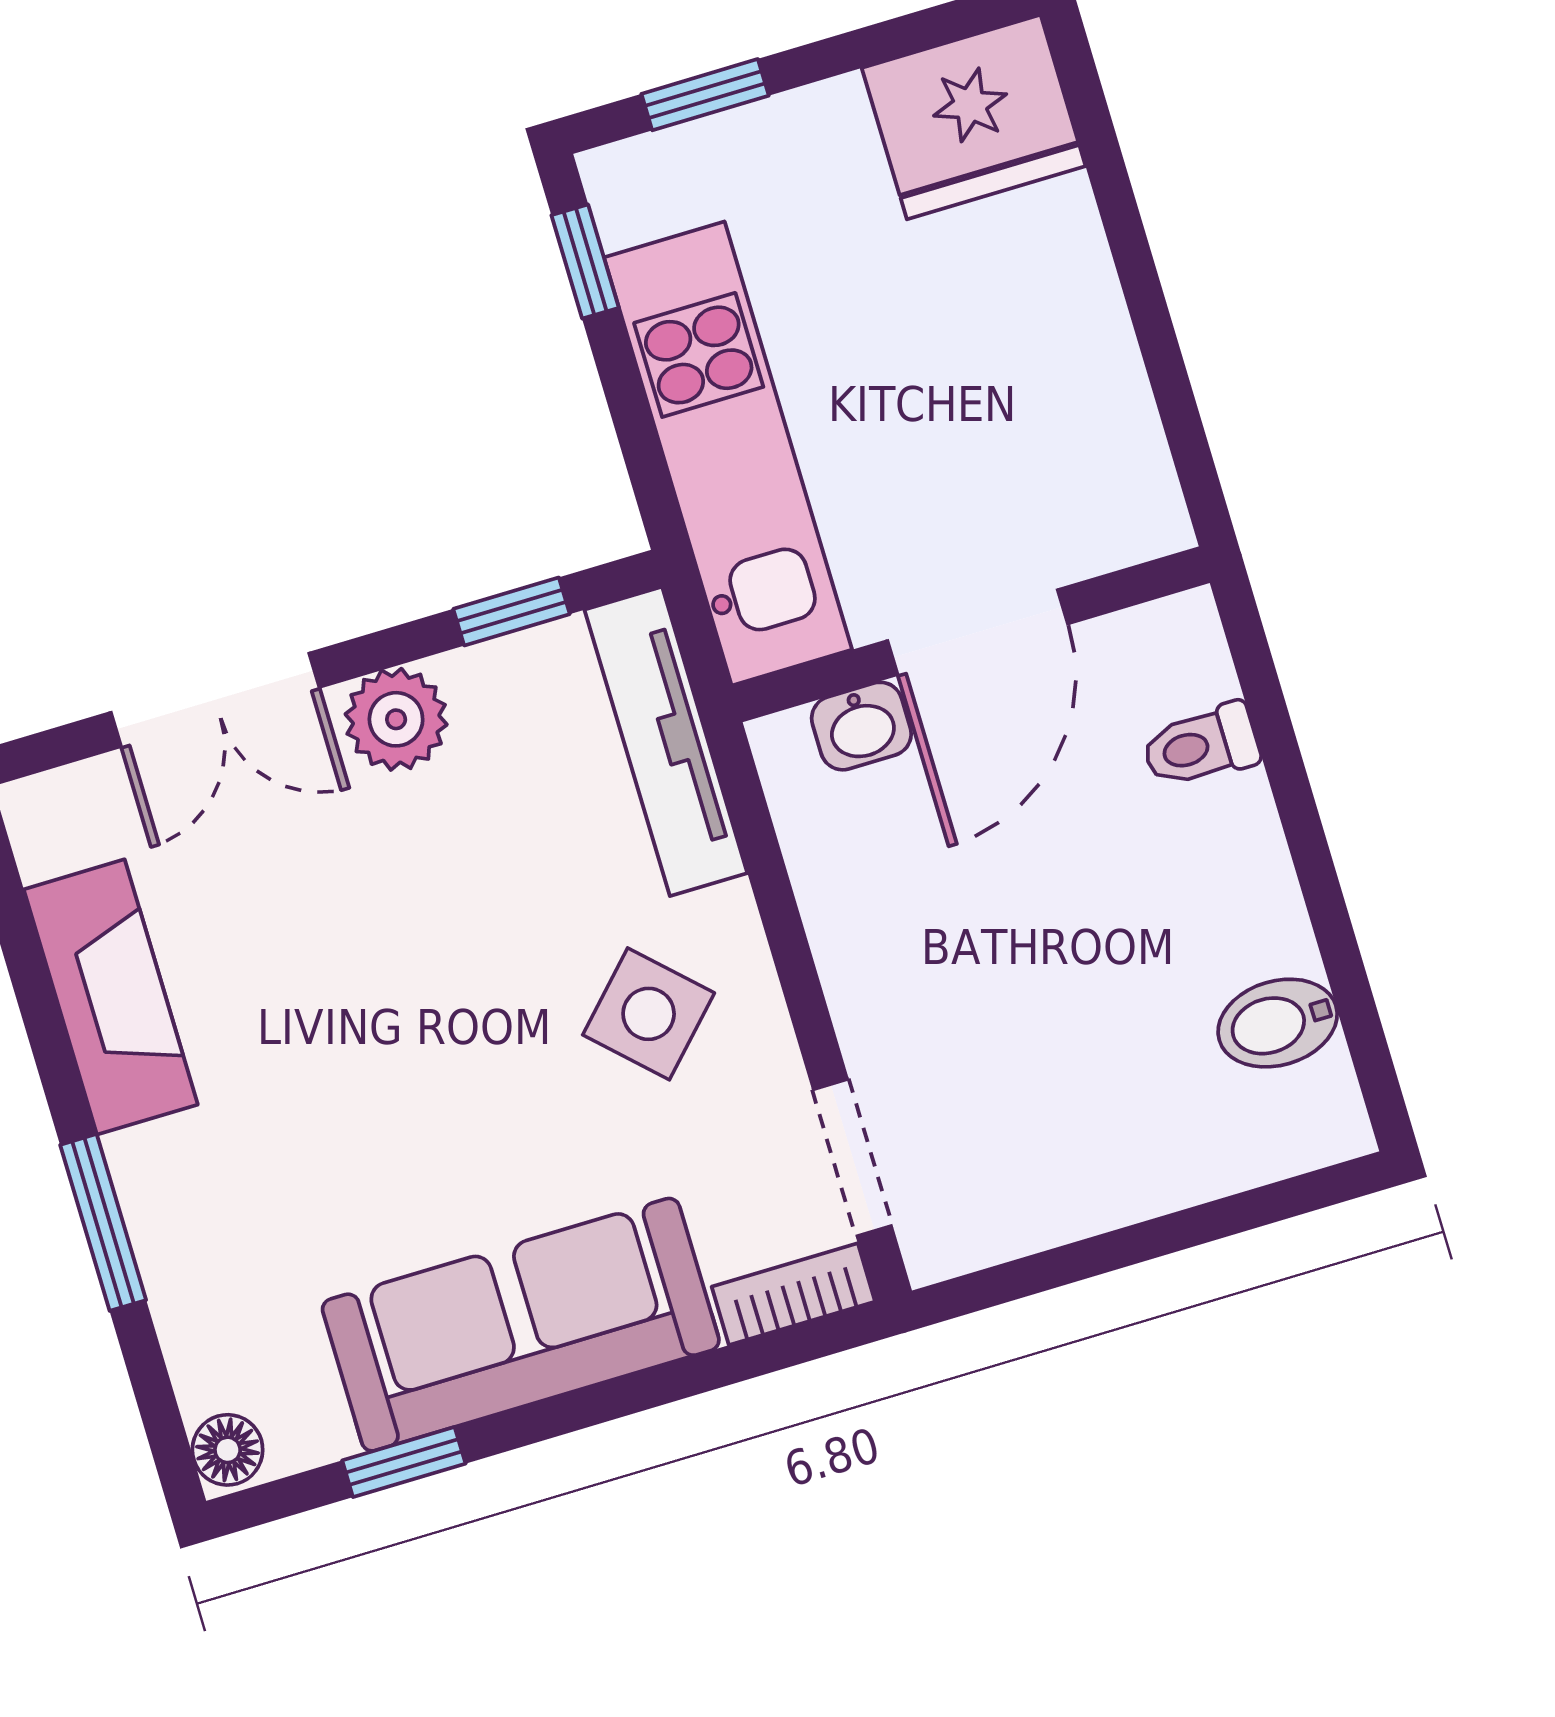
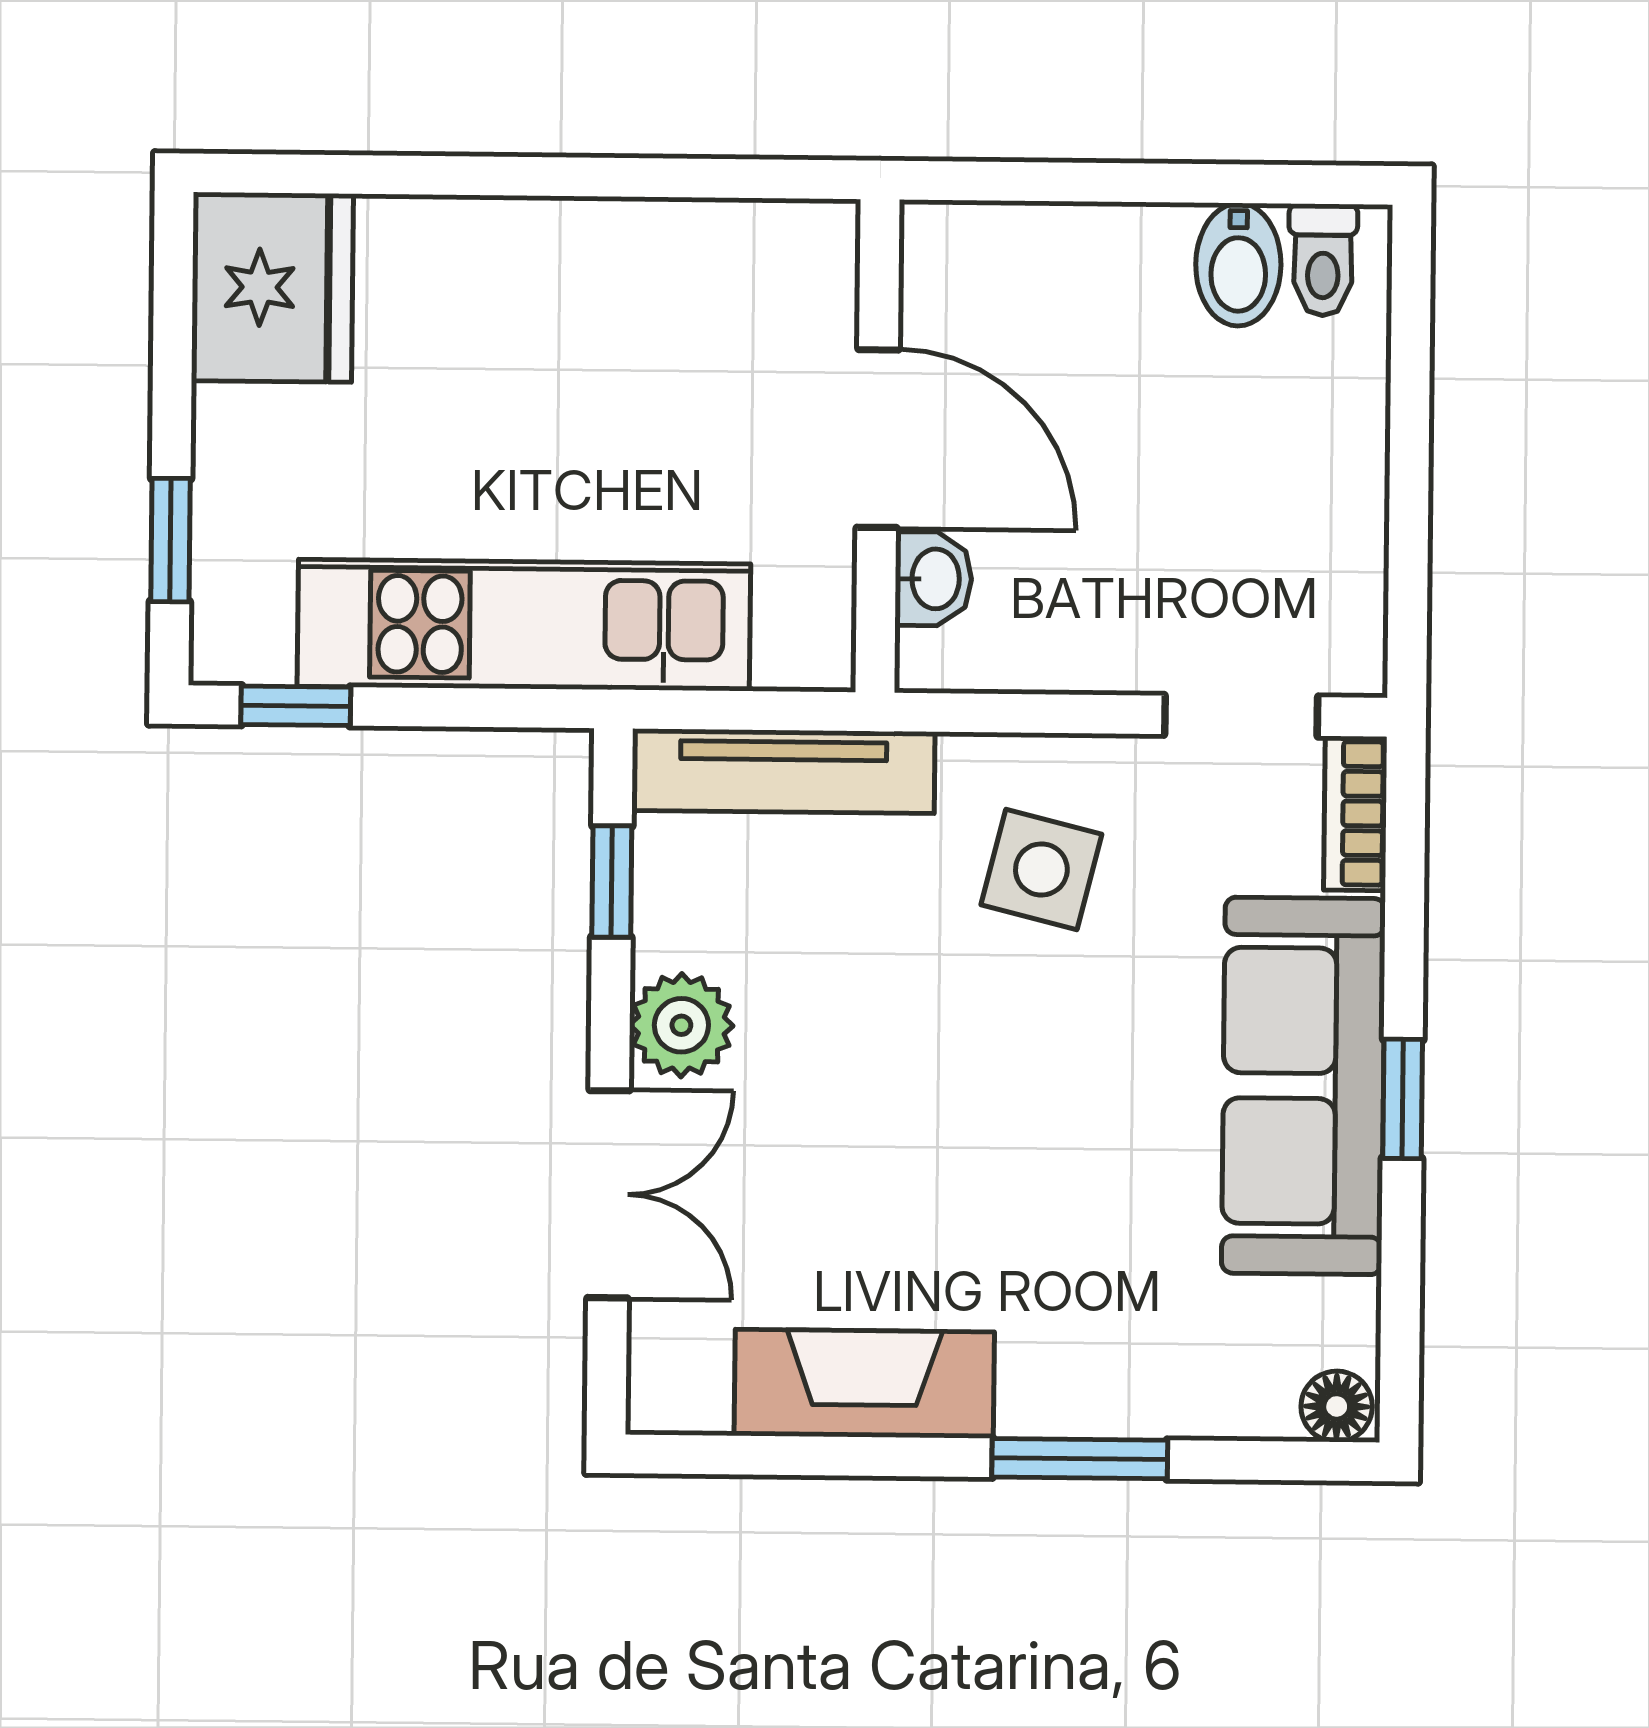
door: (978, 632) -> (878, 439), moved
wall: (971, 634) -> (877, 446), moved
washbasin: (861, 726) -> (933, 579), moved
toilet: (1201, 746) -> (1323, 260), moved
side table: (649, 1014) -> (1041, 869), turned -30
window: (404, 1462) -> (1403, 1099), moved

